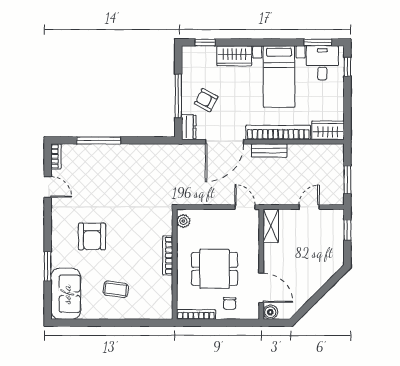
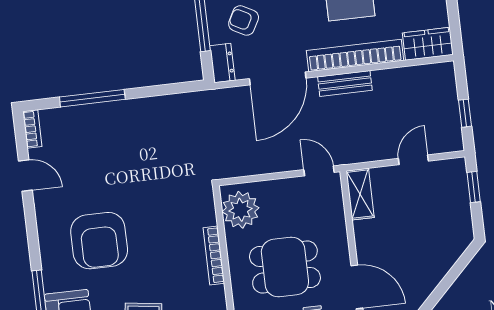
window: (347, 180) -> (465, 113), width x0.67
plant: (183, 221) -> (241, 210), width x1.88, depth x1.88
armchair: (92, 236) -> (99, 241), width x1.36, depth x1.36

